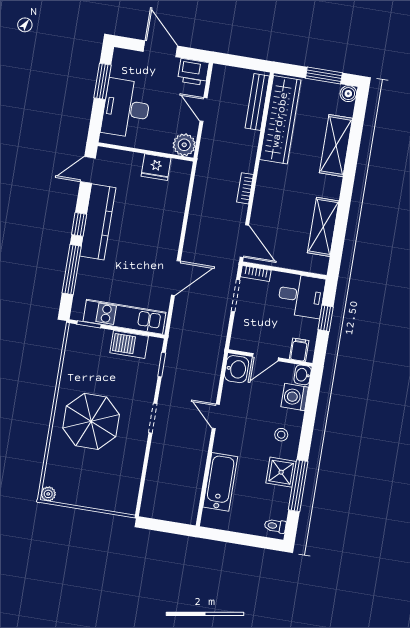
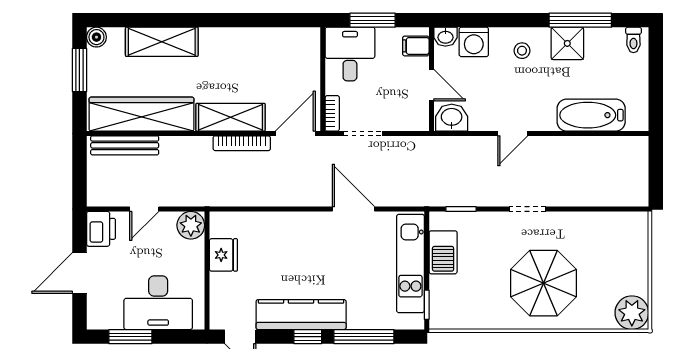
bookcase: (245, 188) -> (242, 143), width x1.56
shelving: (323, 227) -> (230, 117), moved
window: (326, 318) -> (373, 20), width x1.50
plant: (48, 494) -> (632, 313), width x1.87, depth x1.87

